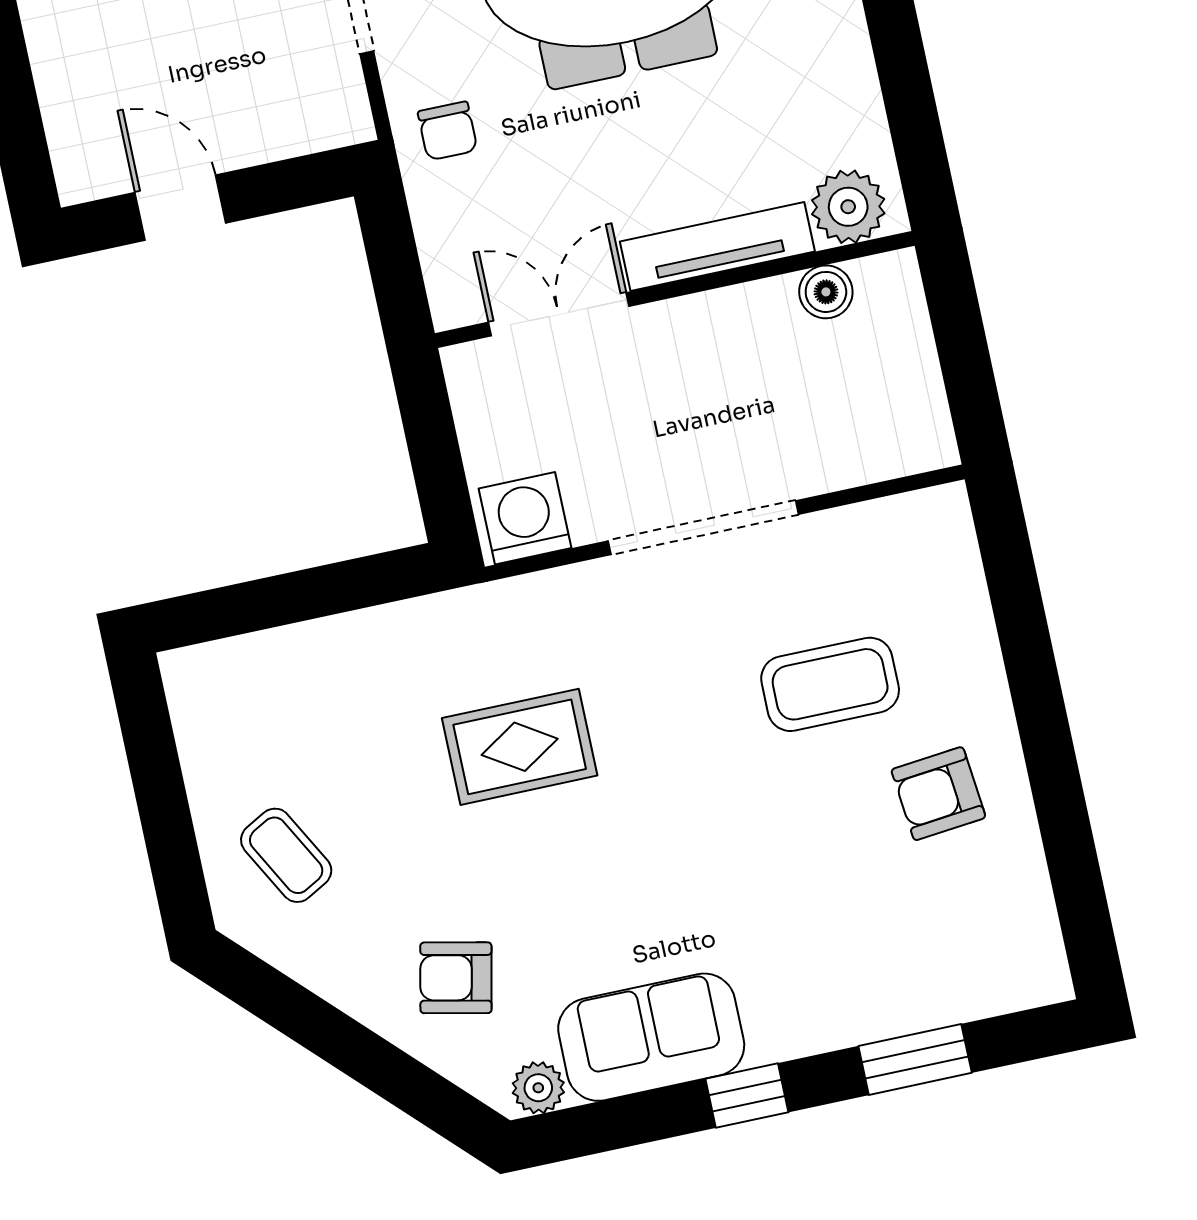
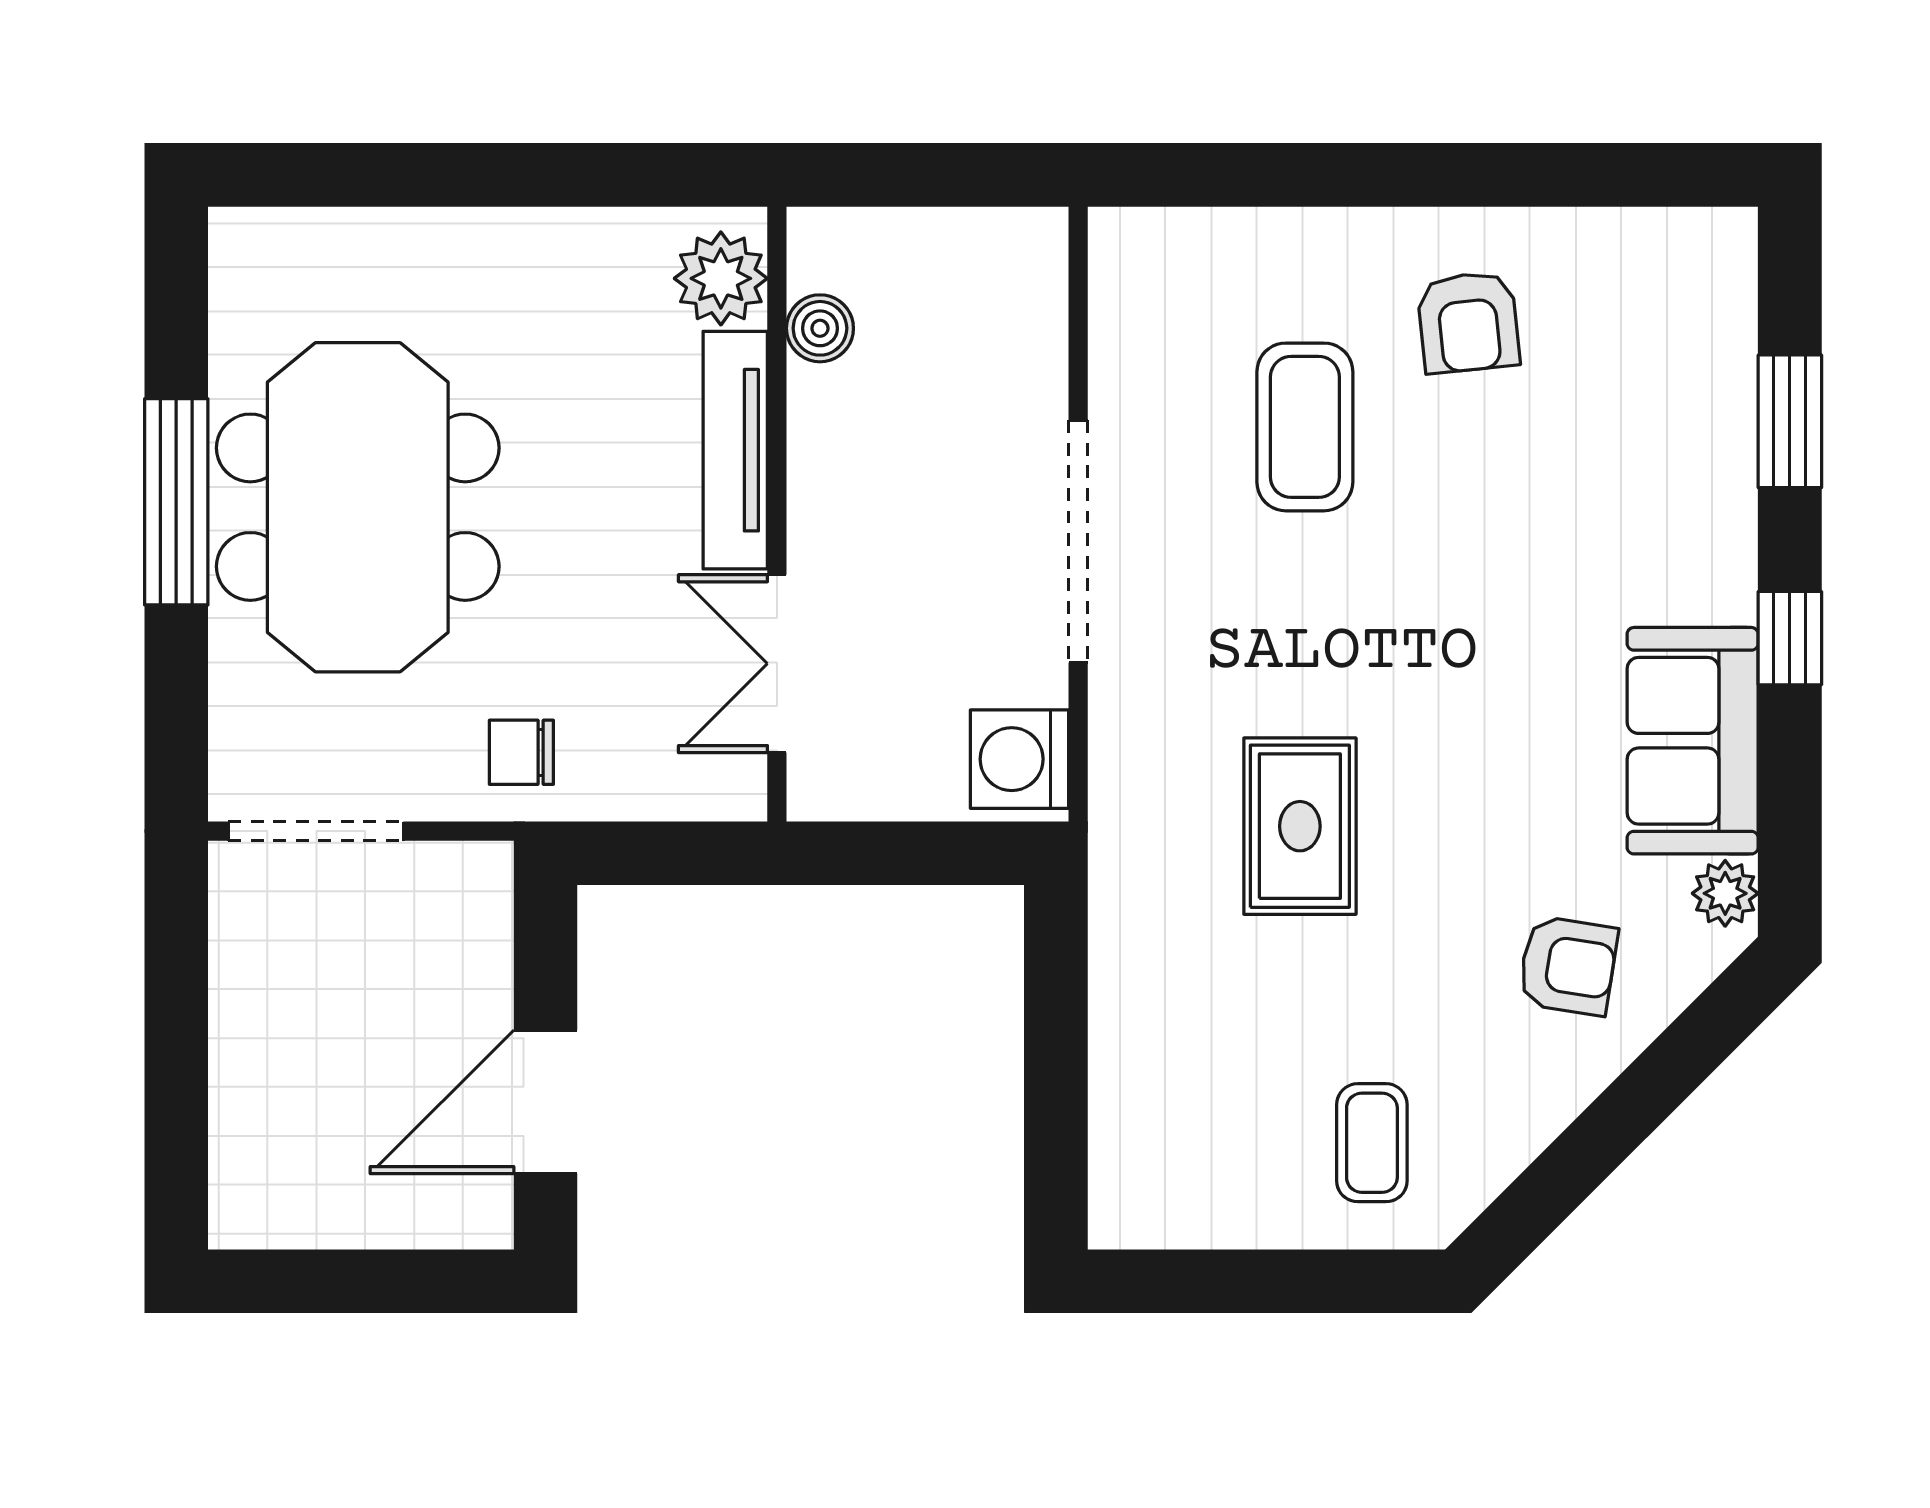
chair: (448, 131) -> (521, 752), turned 180
door: (180, 208) -> (546, 1102), width x1.38
coffee table: (286, 855) -> (1372, 1143), turned -61
armchair: (456, 978) -> (1568, 966), turned -93

